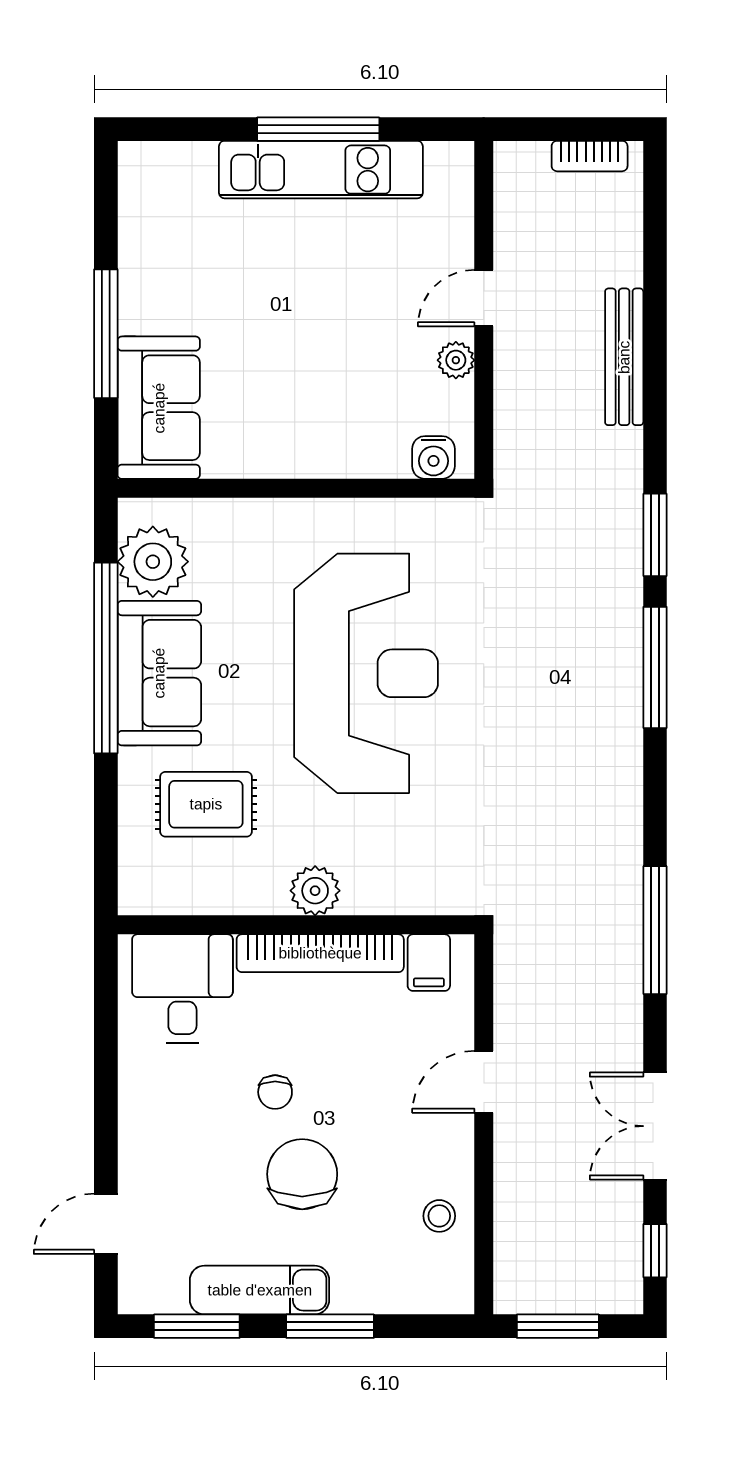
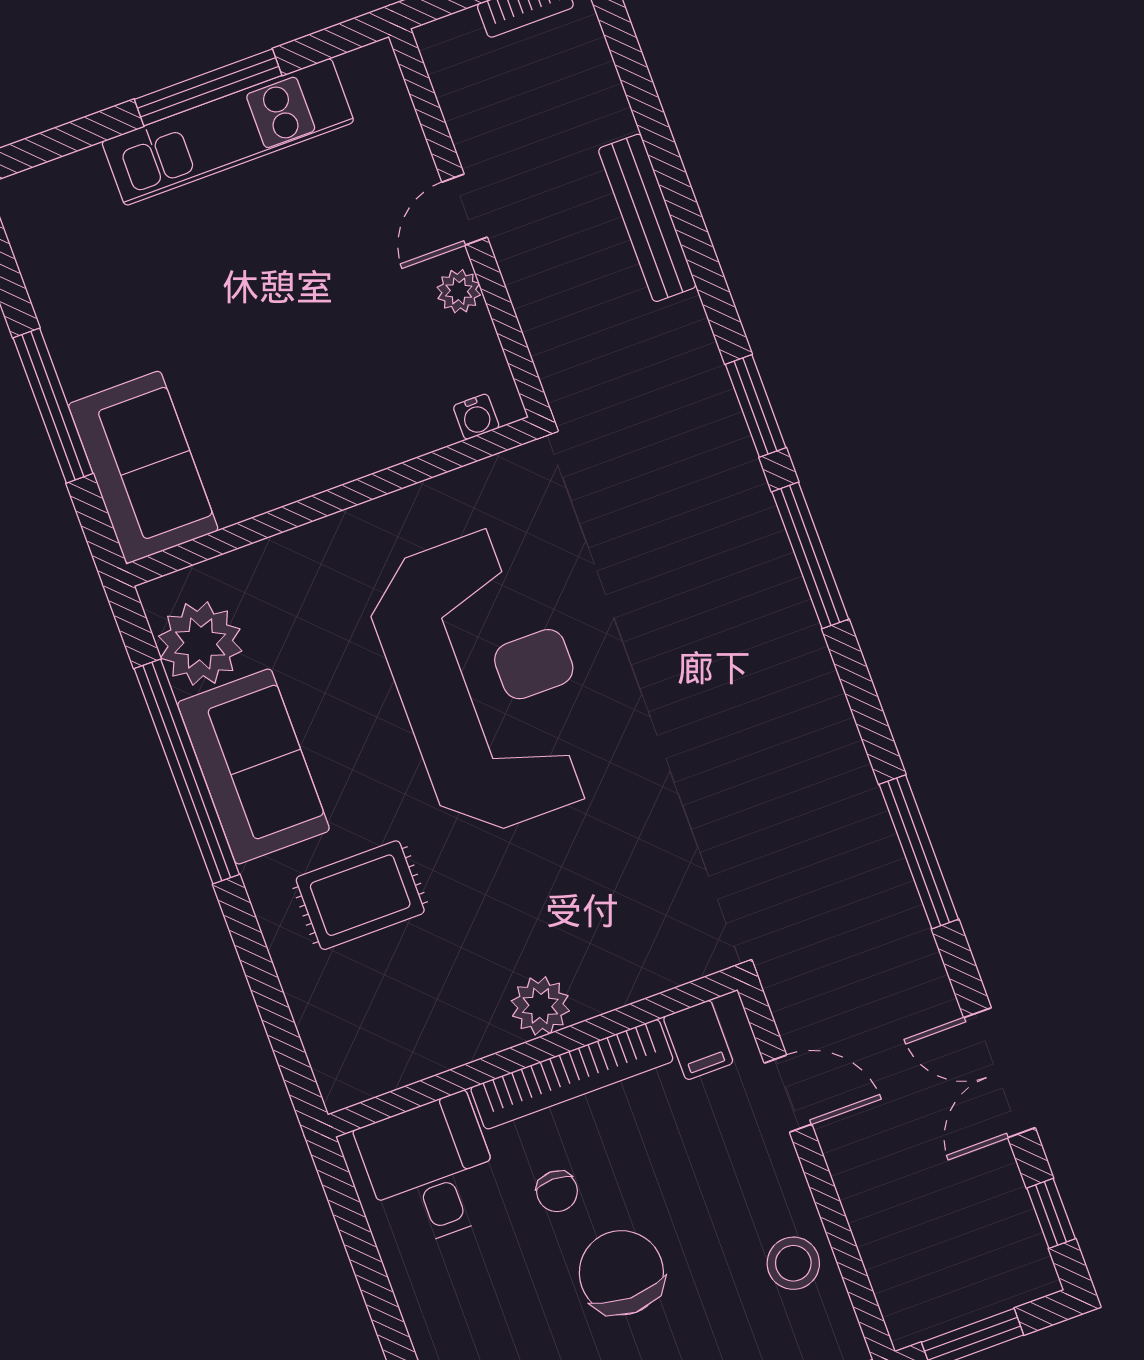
water cooler: (434, 457) -> (476, 417), width x0.72, depth x0.72
plant: (315, 891) -> (540, 1006), moved
wall: (296, 925) -> (533, 1052), moved
bookcase: (320, 953) -> (572, 1074), moved
filing cabinet: (429, 963) -> (698, 1040), moved
desk: (182, 989) -> (431, 1171), moved
door: (484, 1082) -> (788, 1094), swing flipped
stool: (439, 1216) -> (793, 1263), width x1.37, depth x1.37

